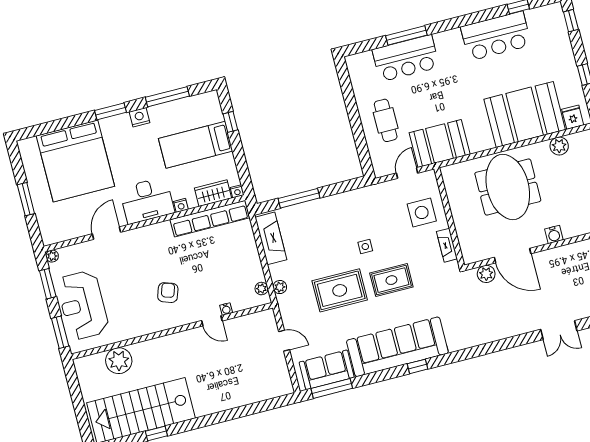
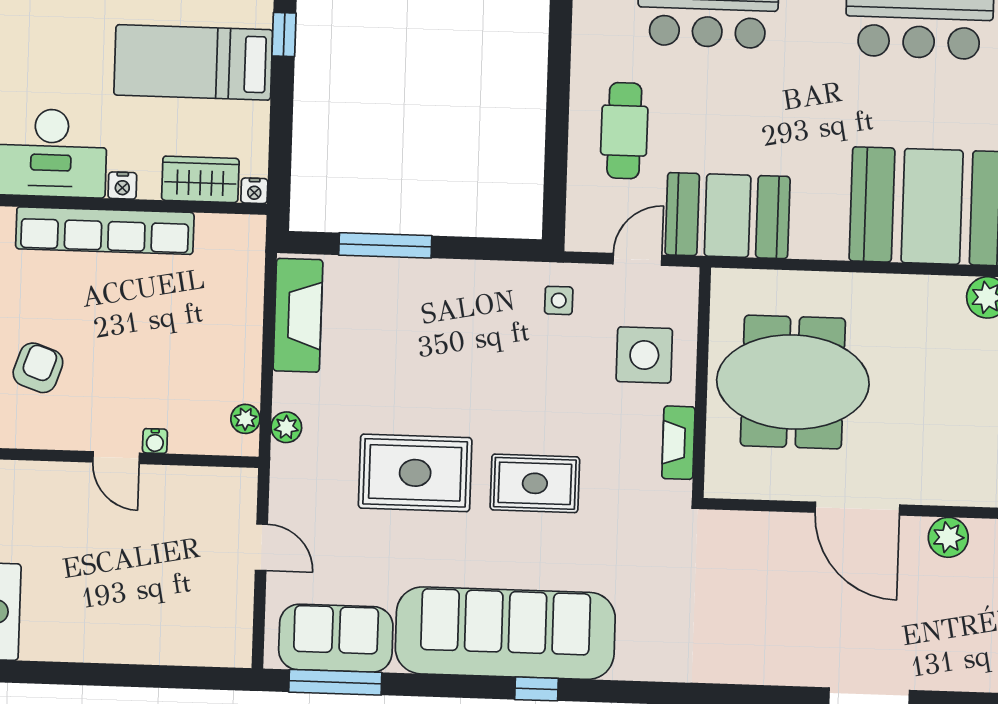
meeting table: (508, 187) -> (793, 382), moved, turned 90
row of seats: (210, 219) -> (105, 231), moved
water cooler: (554, 234) -> (919, 488), removed
side table: (365, 247) -> (559, 300), moved
door: (513, 256) -> (857, 509), moved
plant: (486, 274) -> (948, 537), moved

